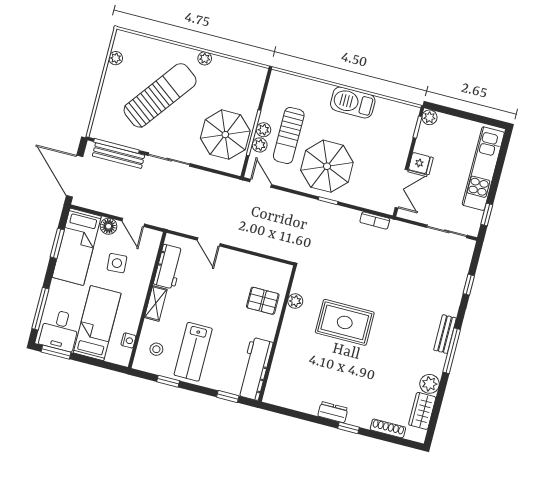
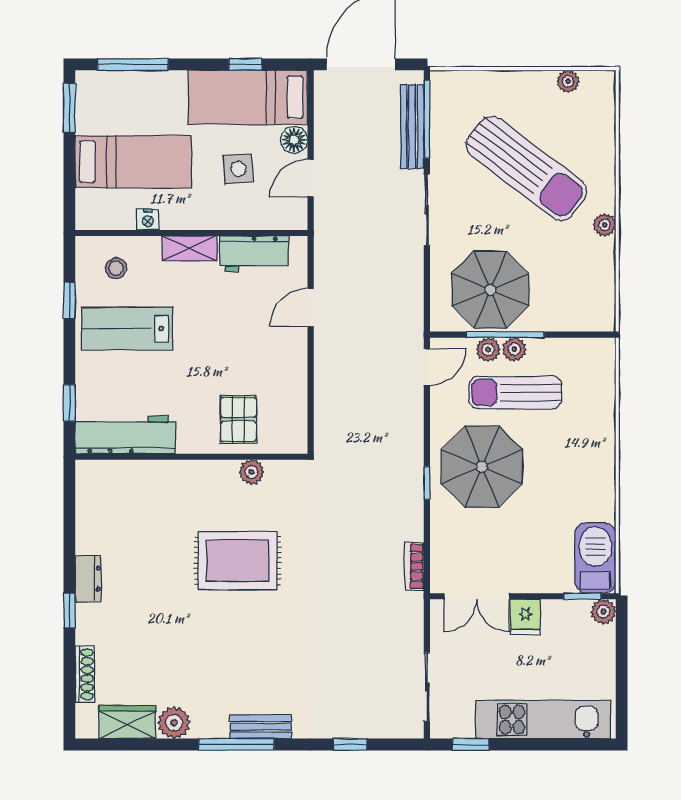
barbecue: (353, 102) -> (595, 558), moved
window: (57, 243) -> (245, 64), width x0.67
rug: (345, 322) -> (238, 561), turned 90
desk: (60, 330) -> (106, 104), removed
nightstand: (128, 340) -> (148, 220), moved

